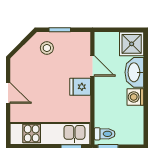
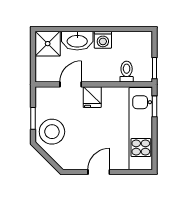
stool: (47, 48) -> (52, 132), width x1.89, depth x1.89
toilet: (105, 134) -> (127, 72), moved

